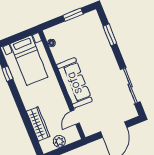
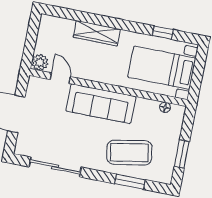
coffee table: (93, 47) -> (129, 153), added
wardrobe: (38, 124) -> (97, 33), moved
plant: (59, 141) -> (40, 62), moved

